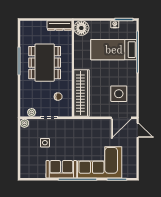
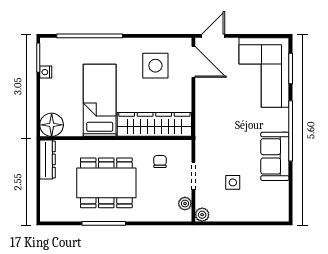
bed: (114, 50) -> (100, 100), moved, turned 180
corner sofa: (100, 162) -> (264, 72), moved

